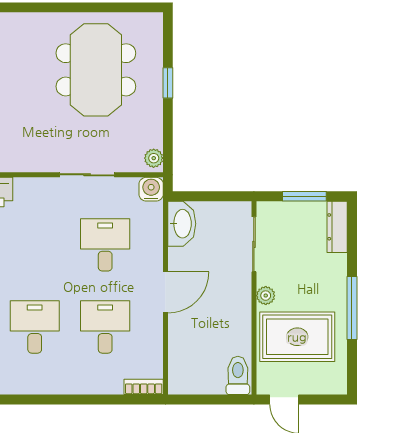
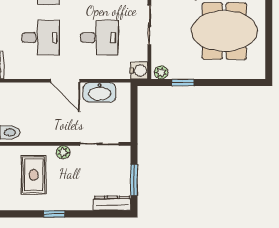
window: (168, 83) -> (183, 82), moved
washbasin: (182, 224) -> (100, 92), moved
window: (352, 308) -> (54, 214), width x0.46
rug: (297, 337) -> (34, 175), width x0.73, depth x0.70

